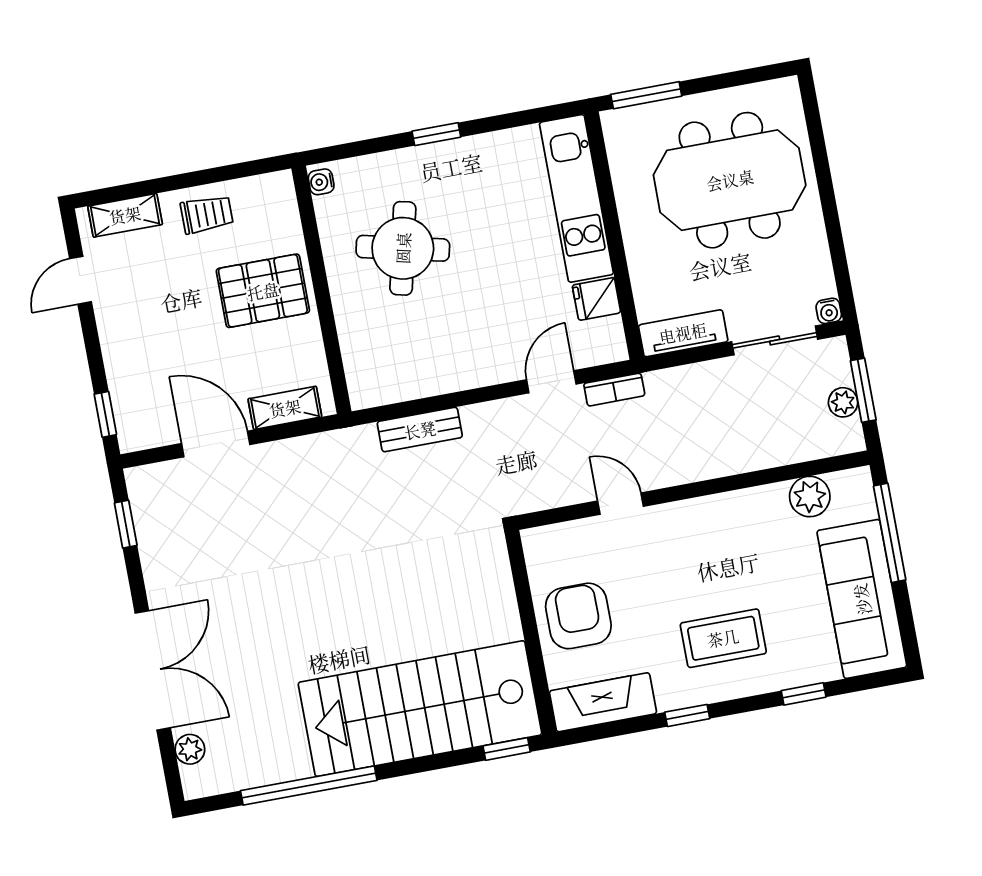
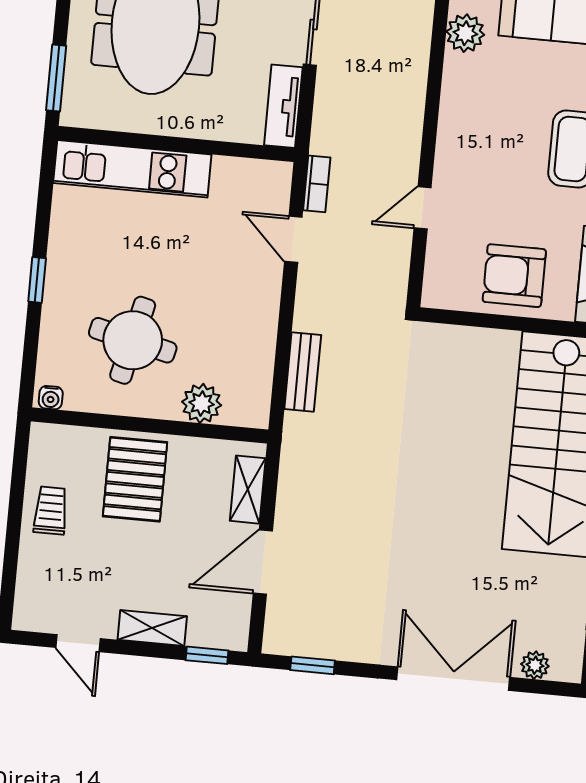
shelving: (125, 215) -> (152, 628), moved, turned 90
fridge: (596, 299) -> (229, 177), removed
plant: (359, 336) -> (202, 403), added

